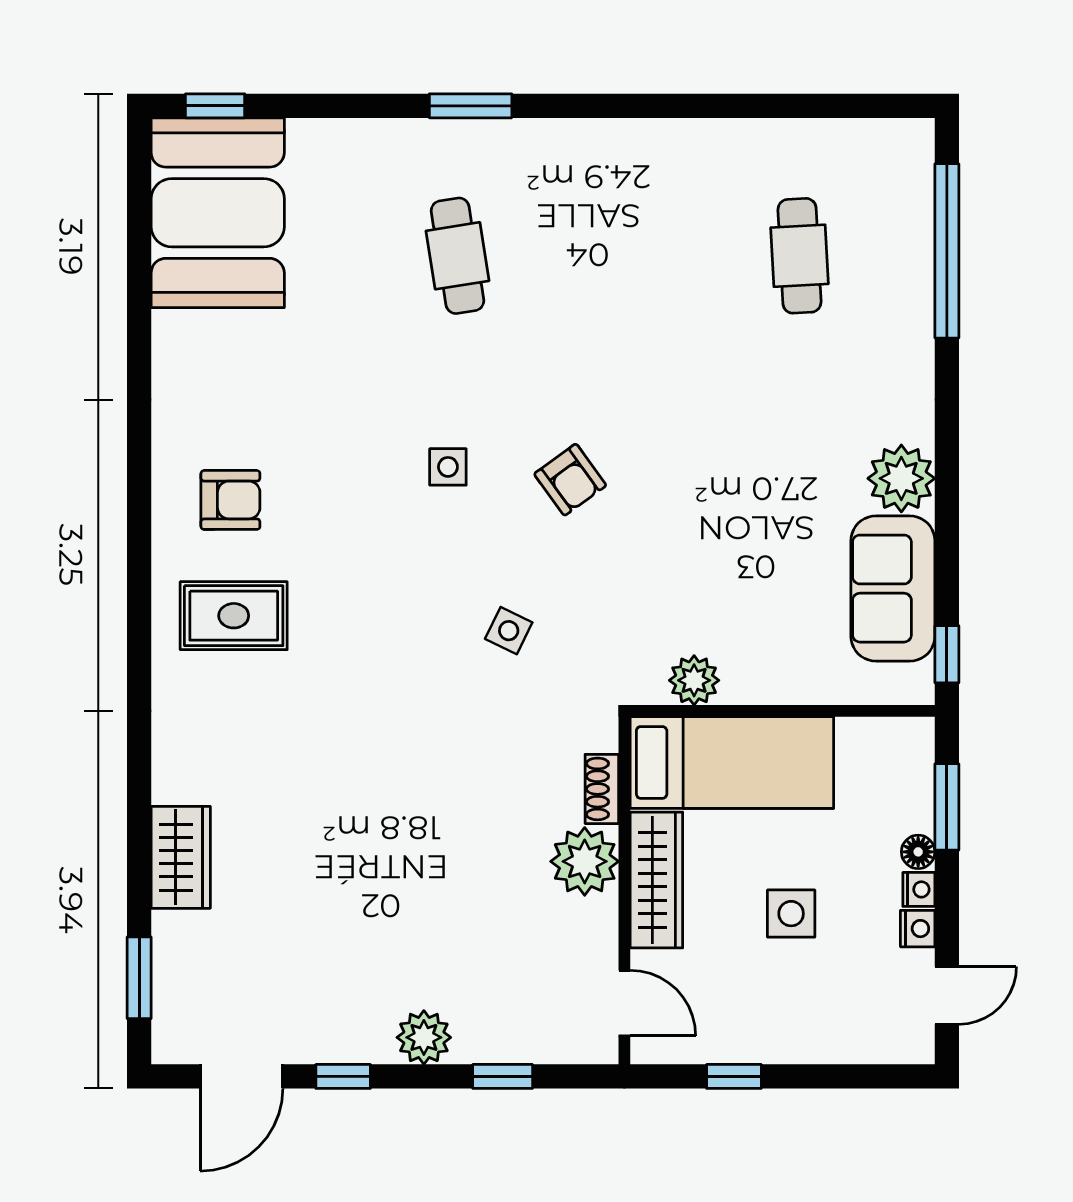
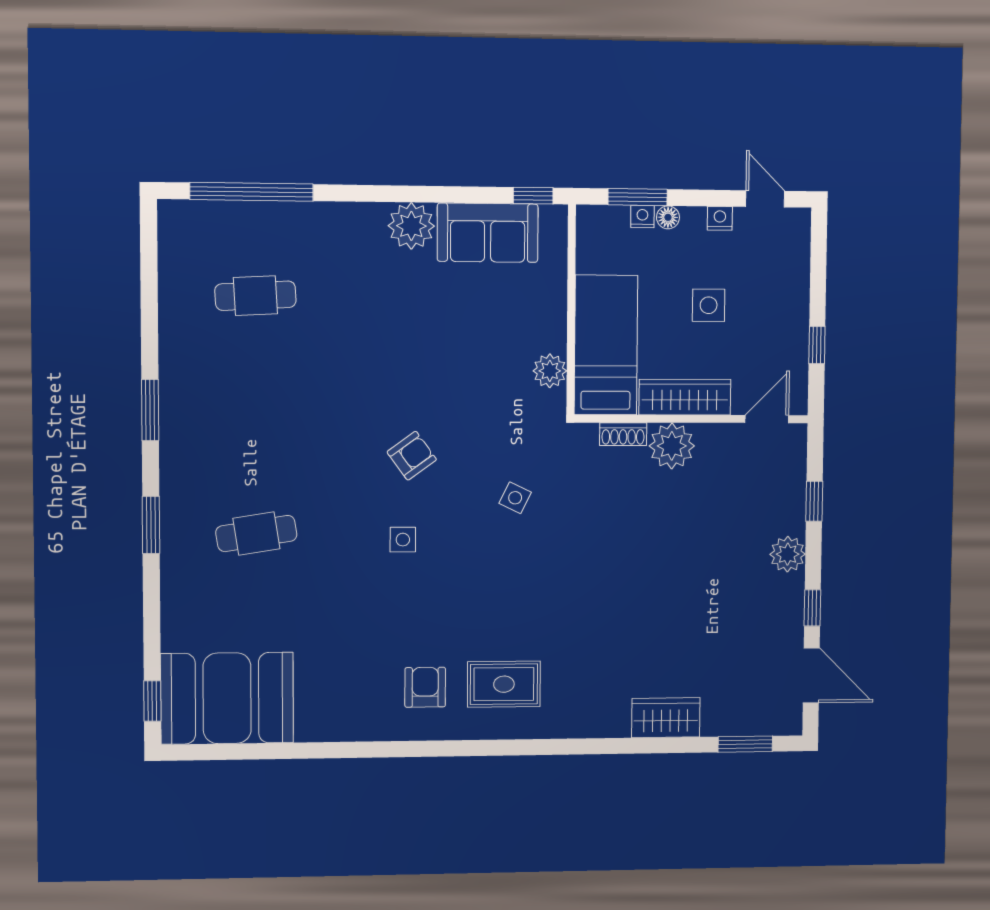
window: (635, 106) -> (150, 410), added
rug: (234, 616) -> (504, 684), turned 90
nightstand: (919, 889) -> (642, 217), moved

